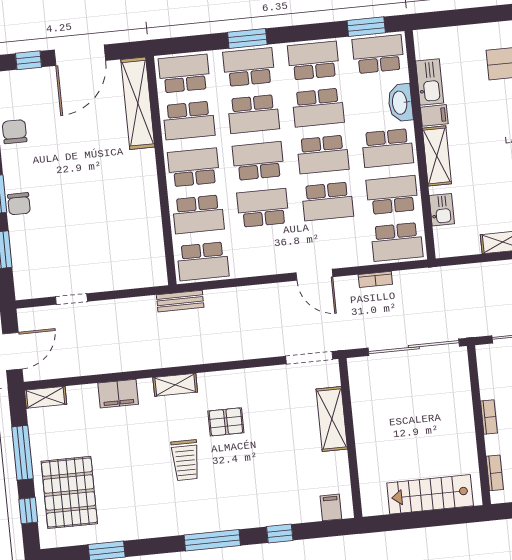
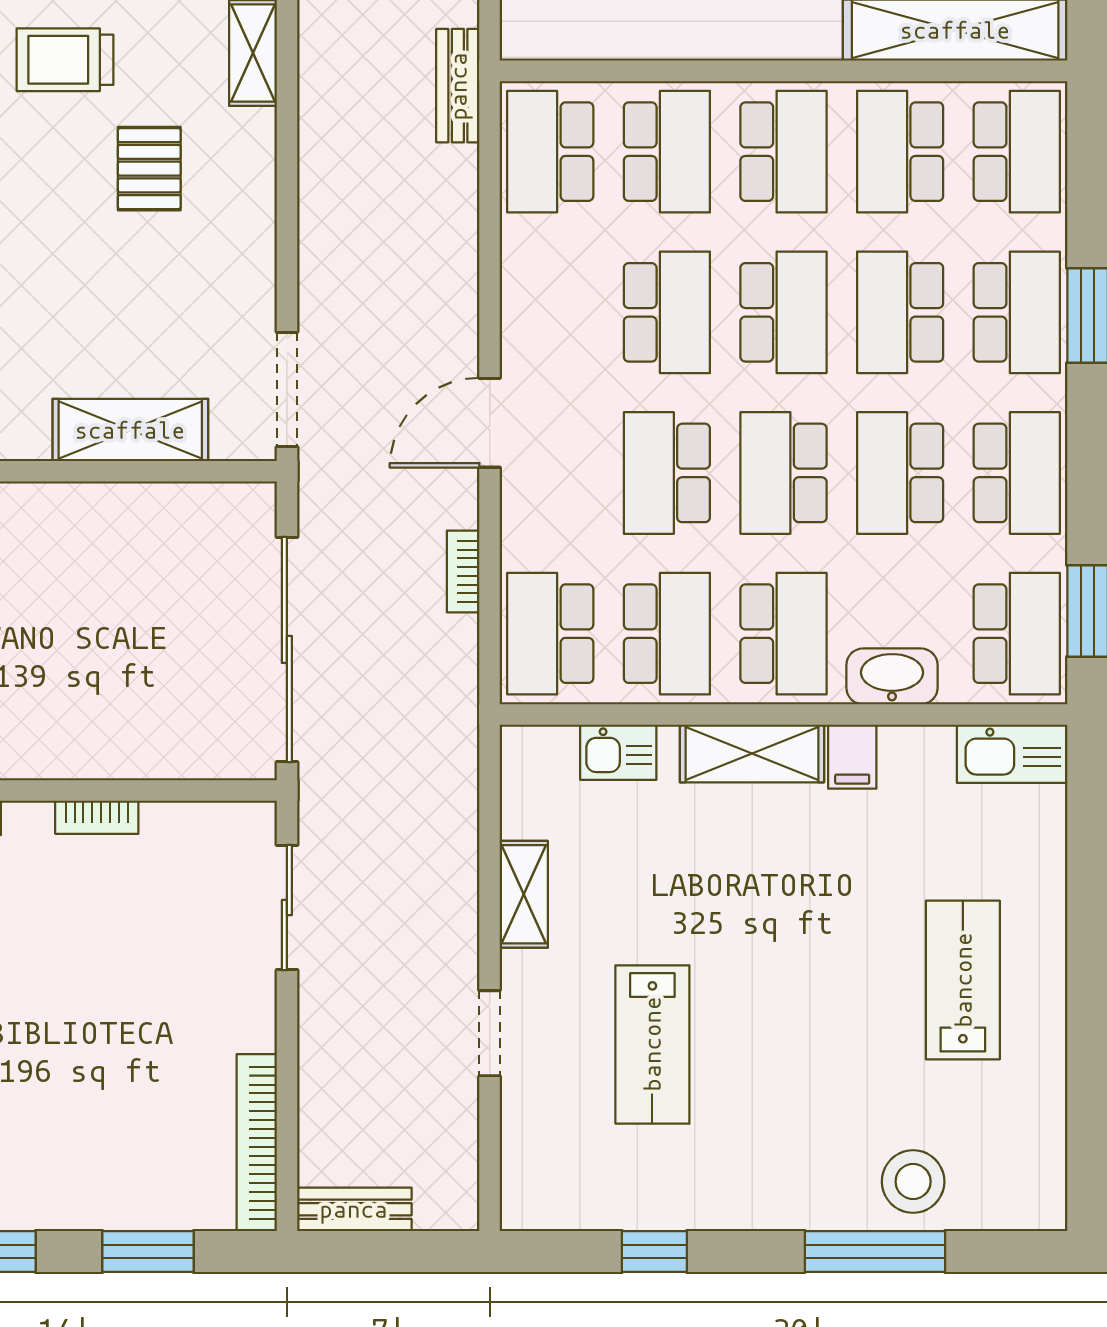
kitchen sink: (430, 82) -> (1012, 754), moved
school desk: (387, 148) -> (783, 634), turned 180
school desk: (198, 214) -> (667, 152), turned 180

